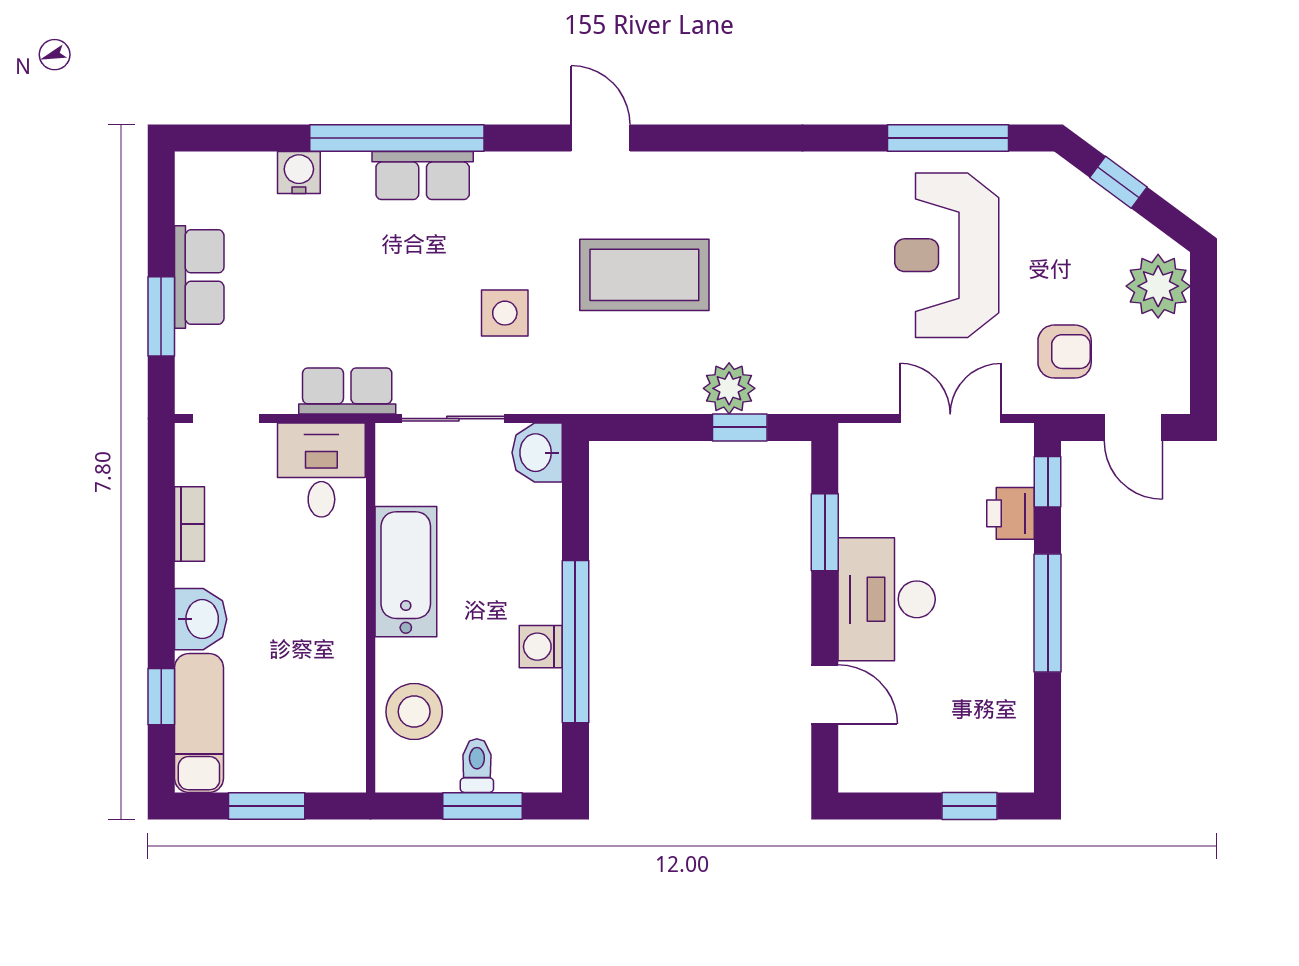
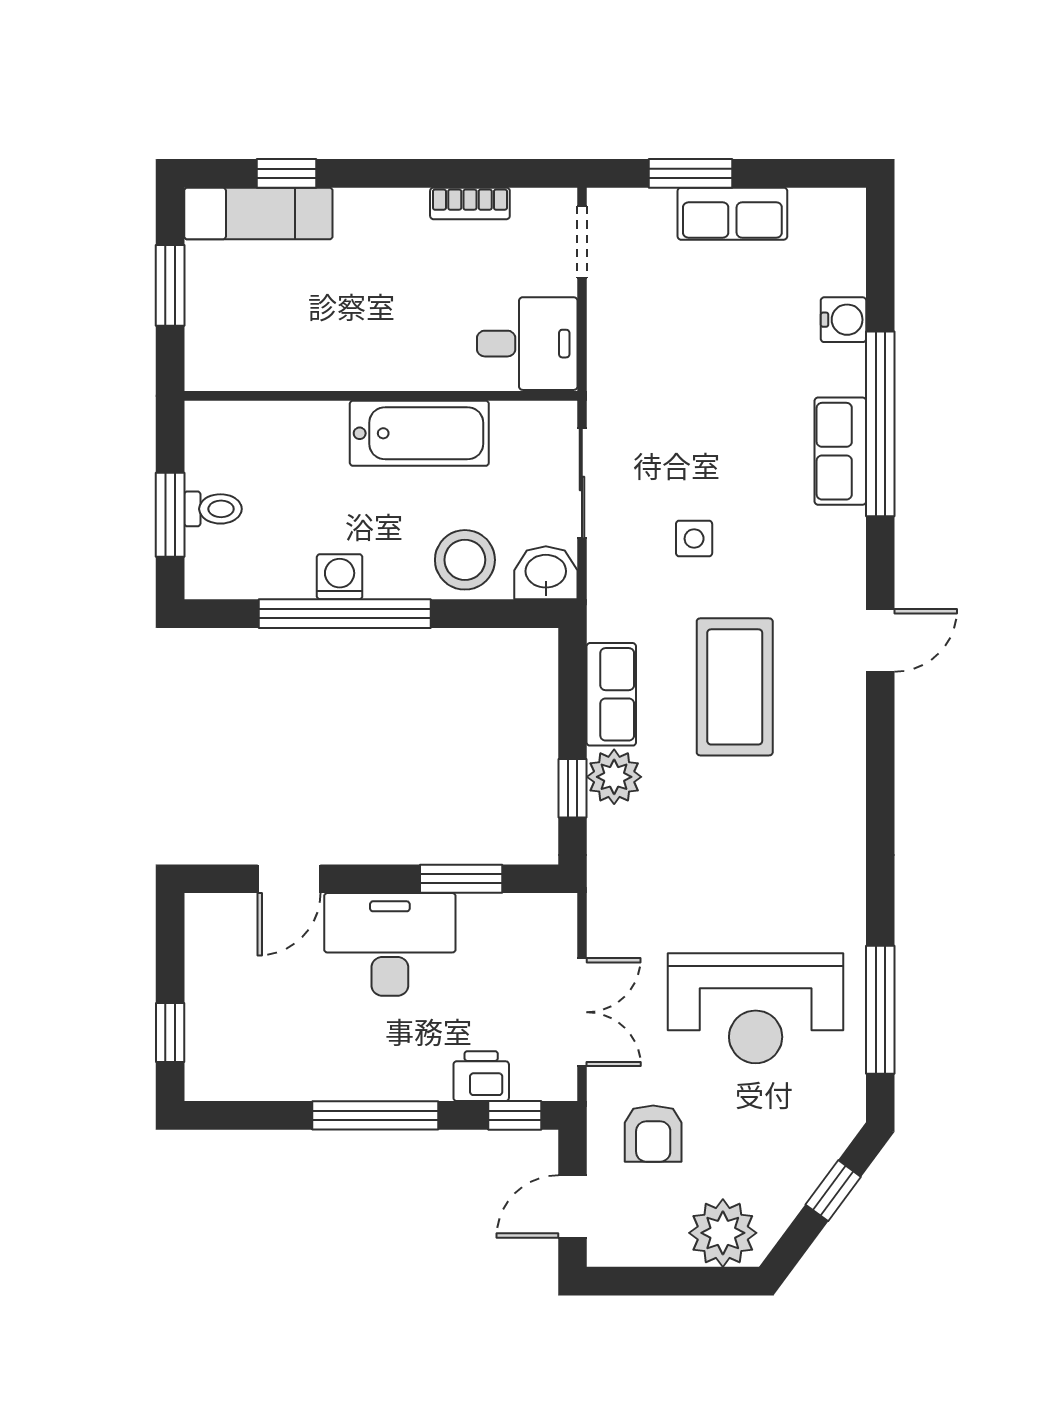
reception desk: (947, 255) -> (756, 1008), turned 180
side table: (505, 313) -> (694, 539), width x0.73, depth x0.73
row of seats: (347, 391) -> (611, 694), moved
washbasin: (201, 619) -> (369, 215), removed
stool: (414, 712) -> (465, 560), moved

